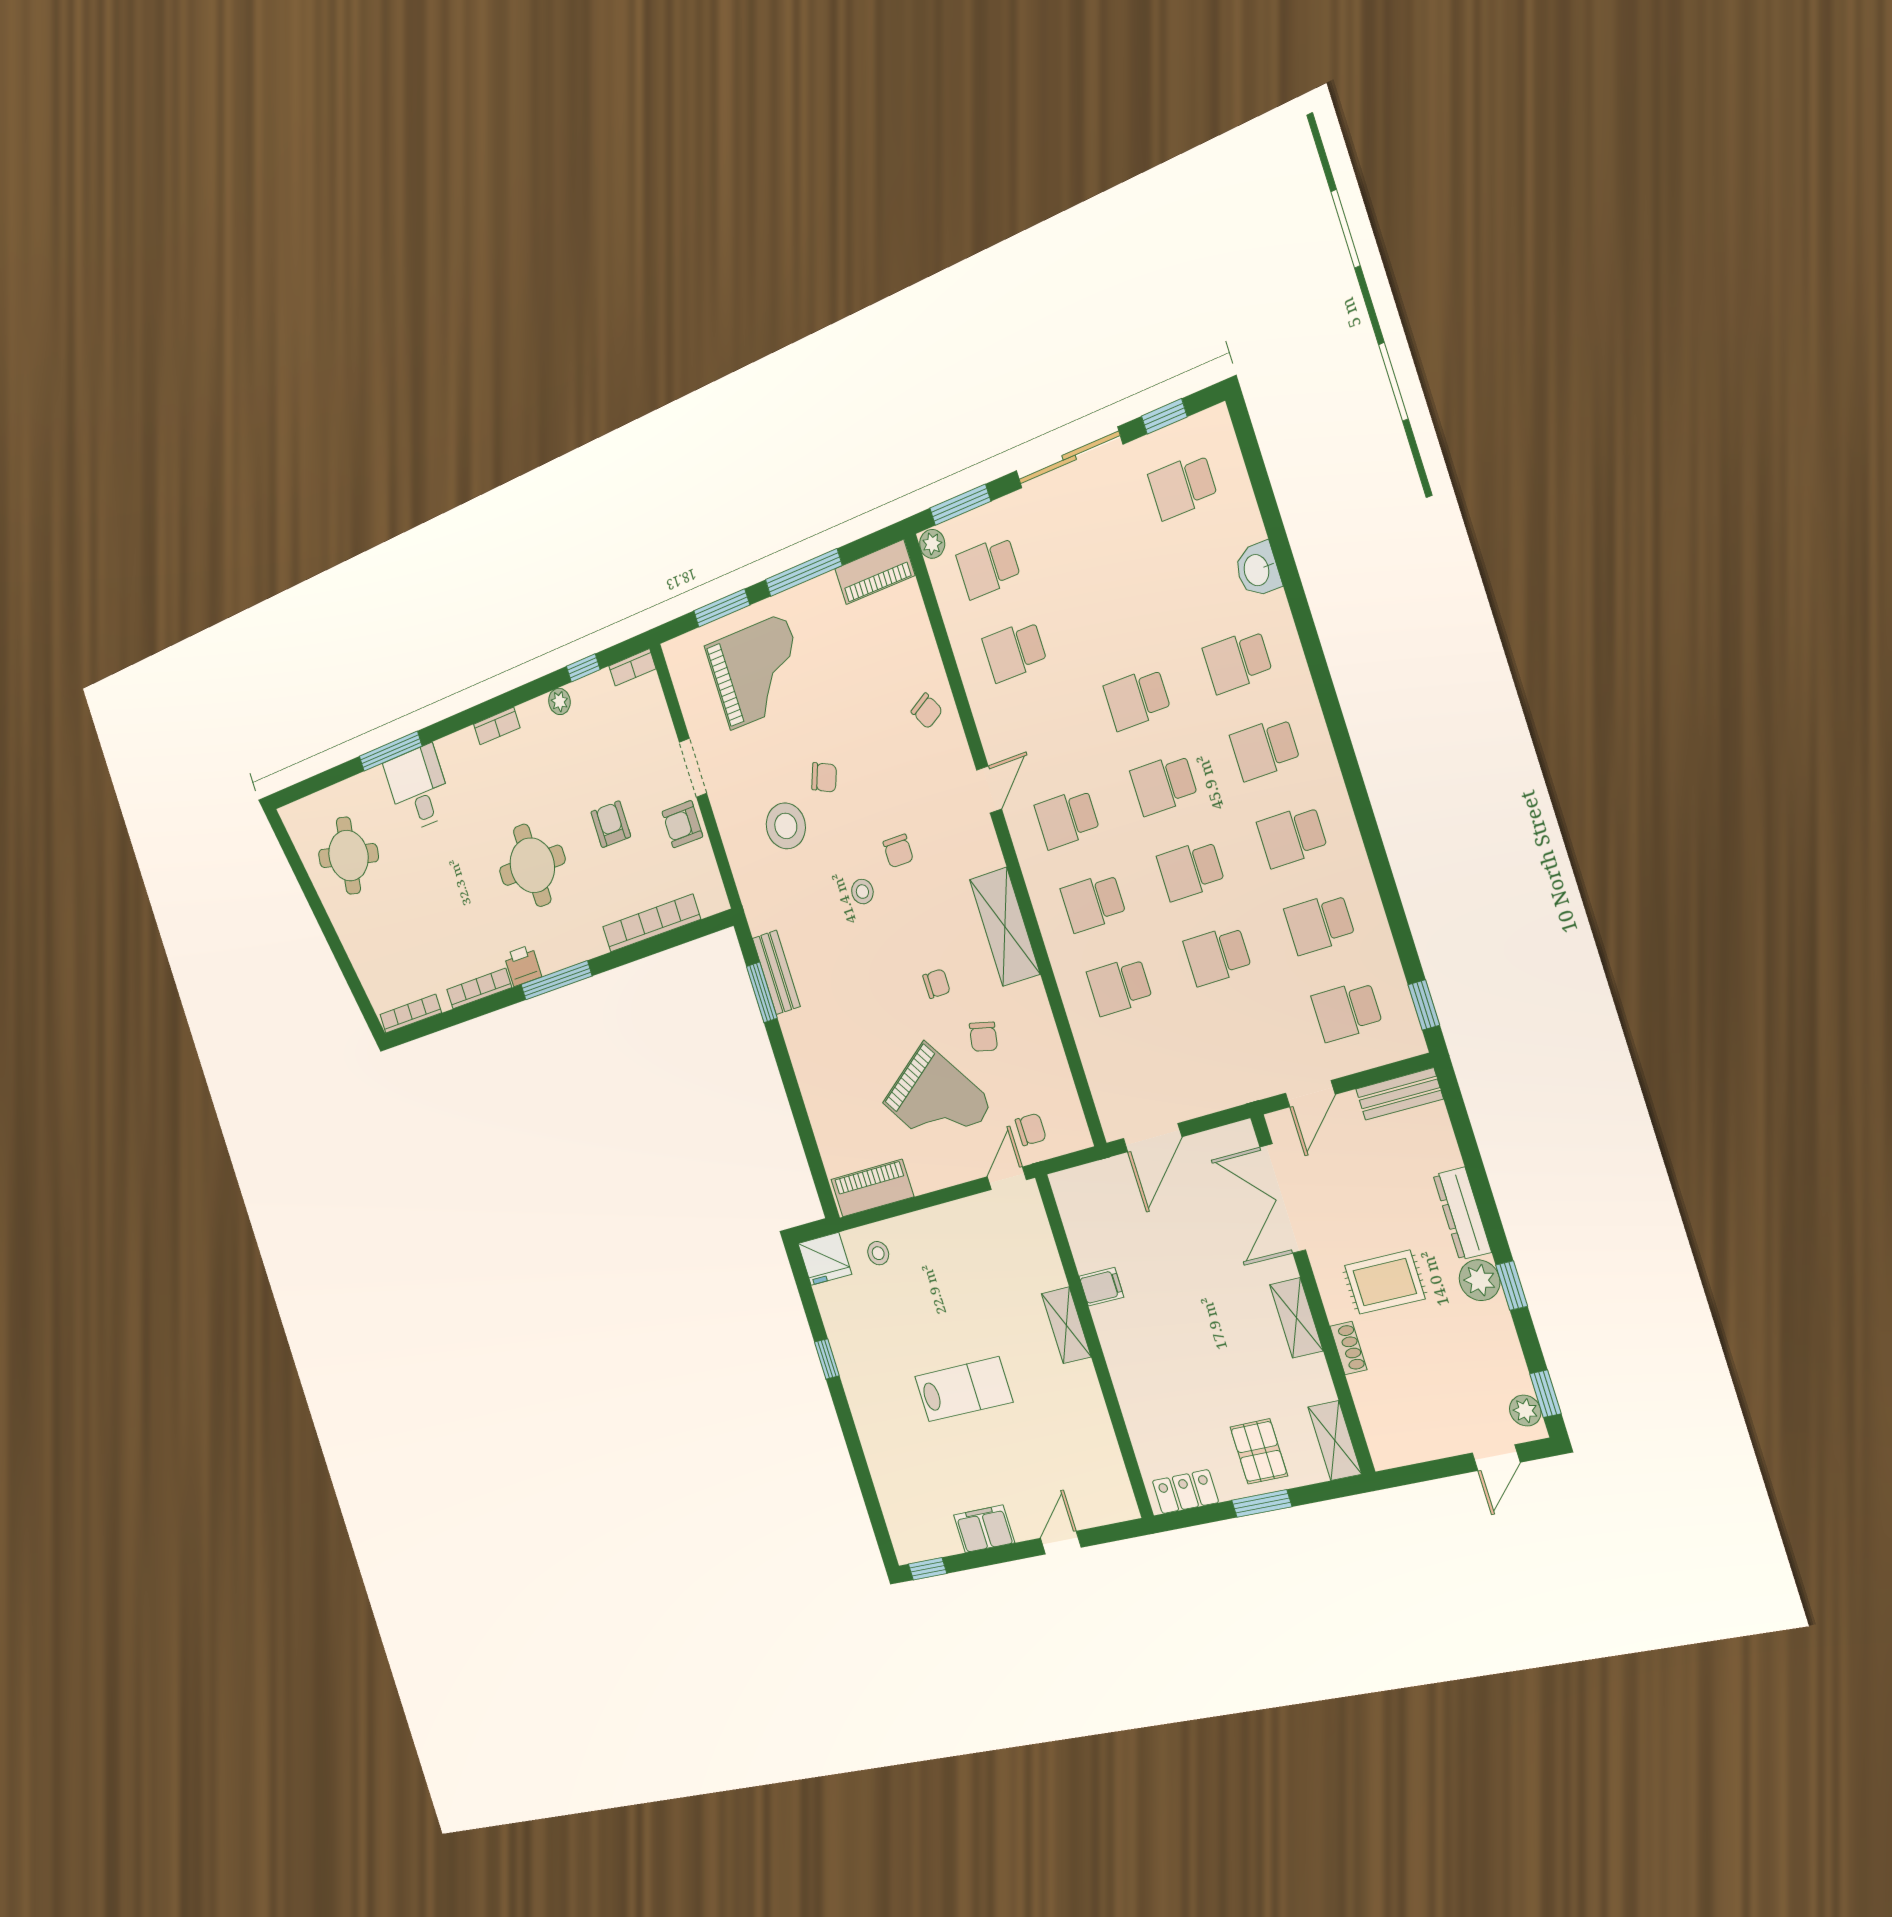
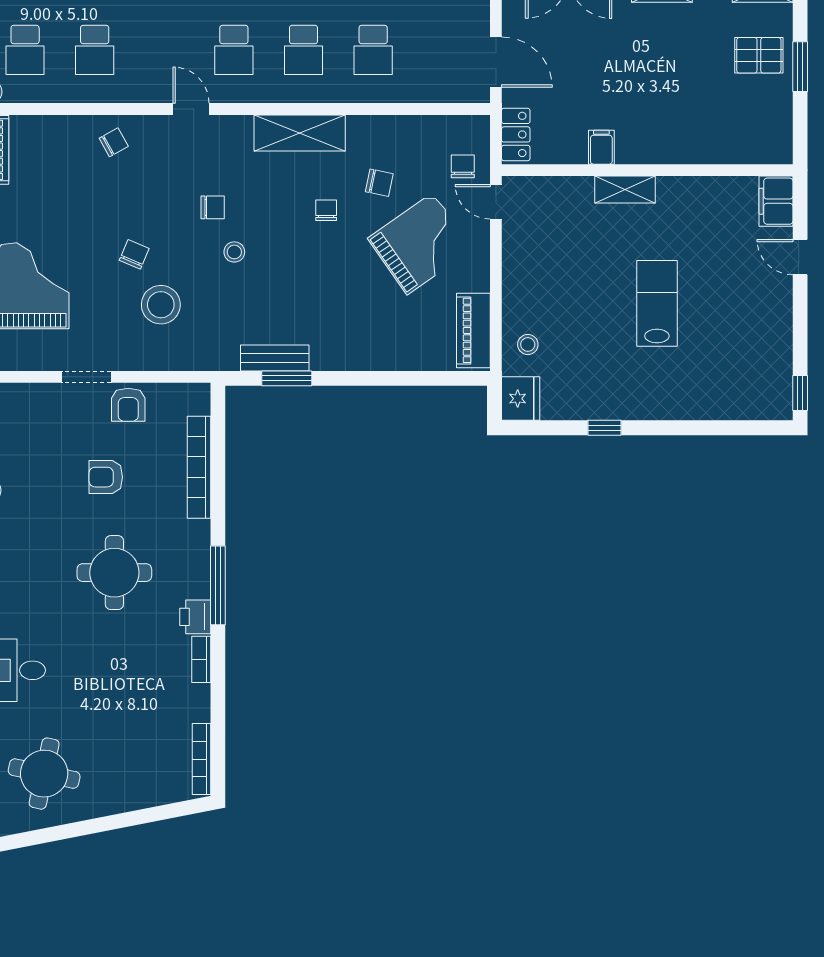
bookcase: (479, 988) -> (201, 659), width x0.64
locker: (1185, 1492) -> (516, 134), moved, turned 180
filing cabinet: (984, 1529) -> (776, 201), moved

